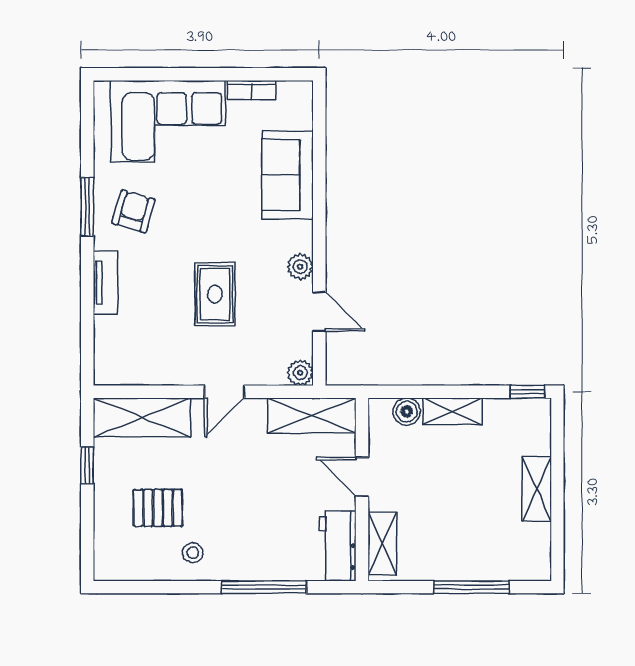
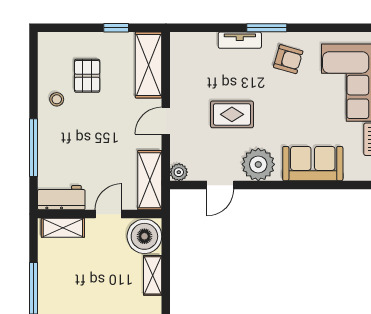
window: (87, 207) -> (267, 28), moved
plant: (300, 267) -> (258, 164), width x1.88, depth x1.88
door: (224, 392) -> (166, 121), hinge flipped
boiler: (407, 412) -> (144, 236), width x1.86, depth x1.86

